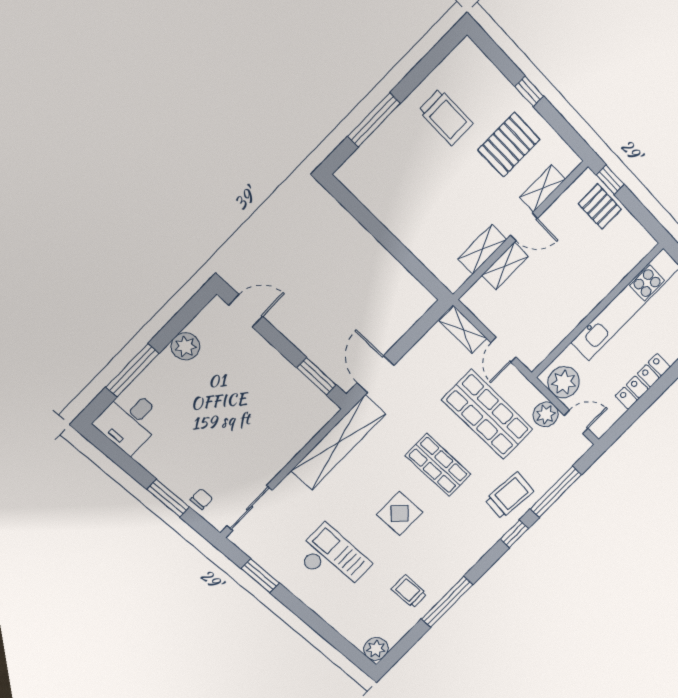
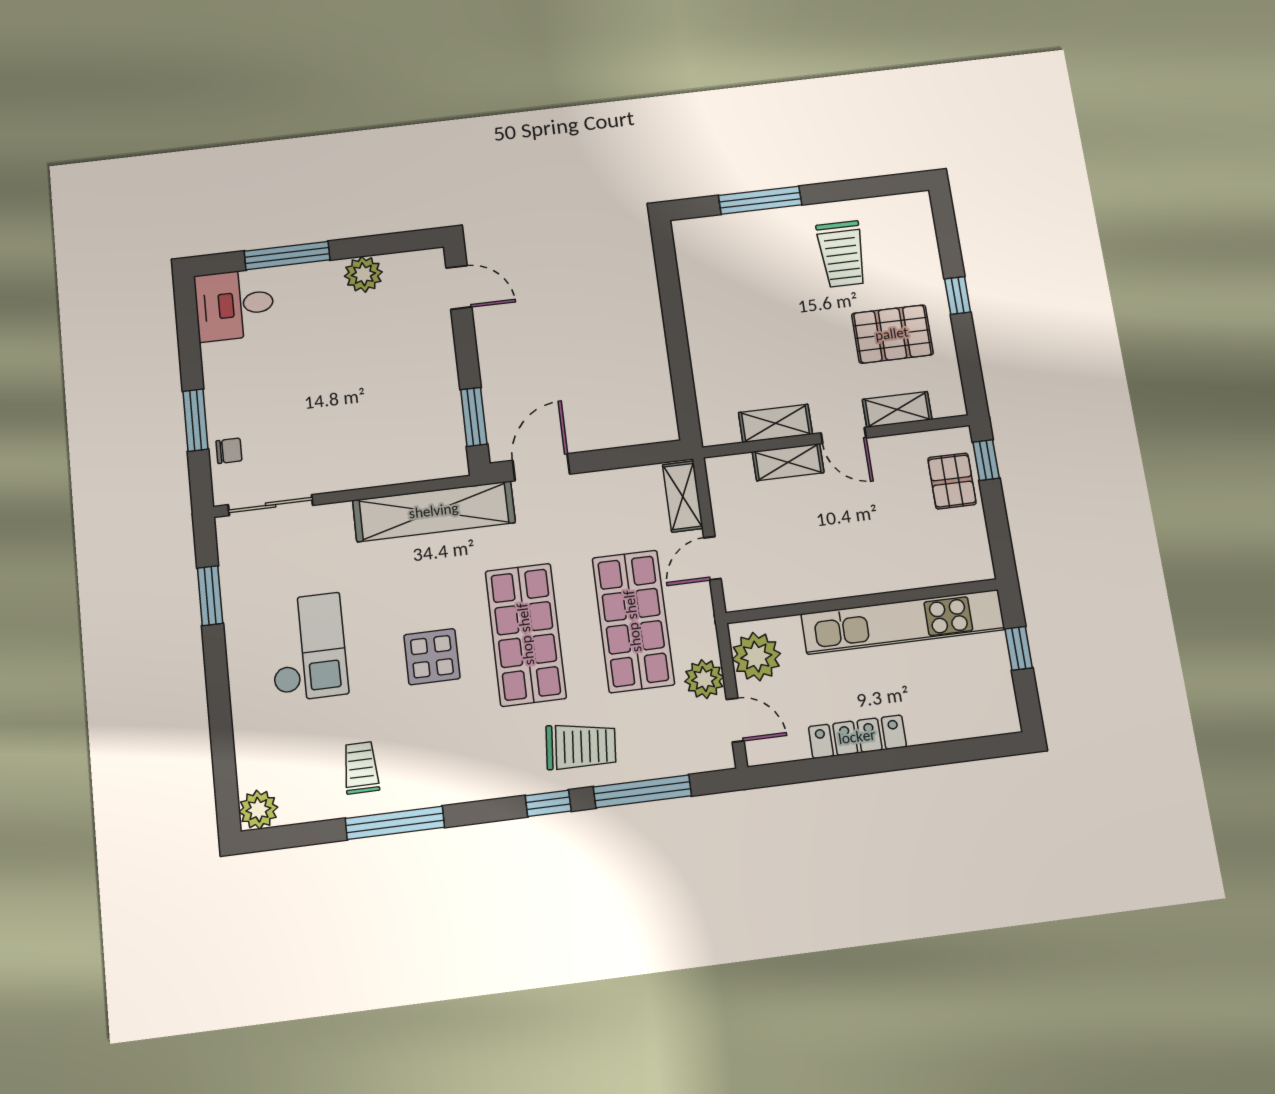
shop shelf: (438, 465) -> (526, 634), width x1.43, depth x1.36

